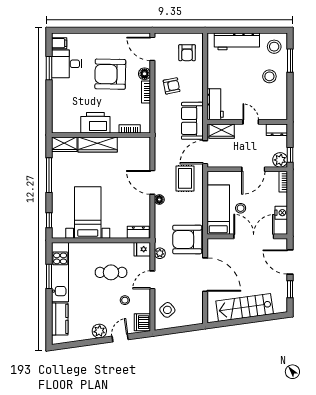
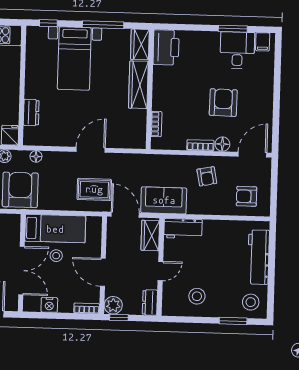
armchair: (110, 74) -> (223, 103), width x0.73, depth x0.73
stool: (269, 76) -> (197, 296), moved
printer: (95, 123) -> (166, 47), moved
floor lamp: (159, 200) -> (36, 156), moved
bed with nightstands: (88, 213) -> (74, 59), moved, turned 90
dresser: (138, 232) -> (31, 112), moved

